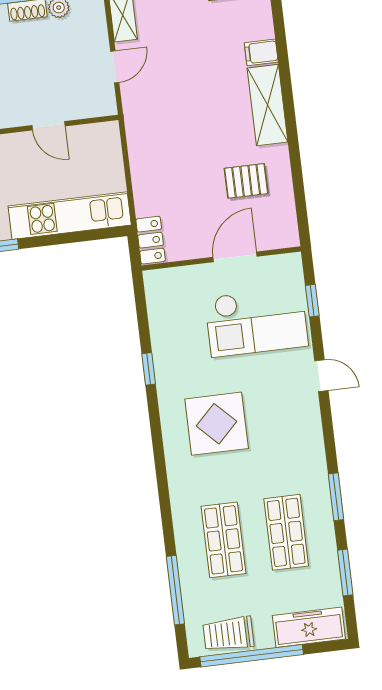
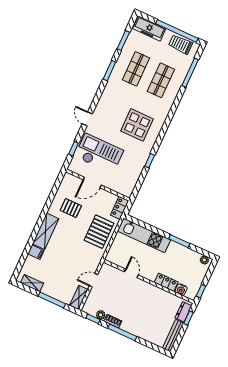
pallet: (162, 168) -> (99, 232), added
trolley: (228, 634) -> (181, 44), turned 180

